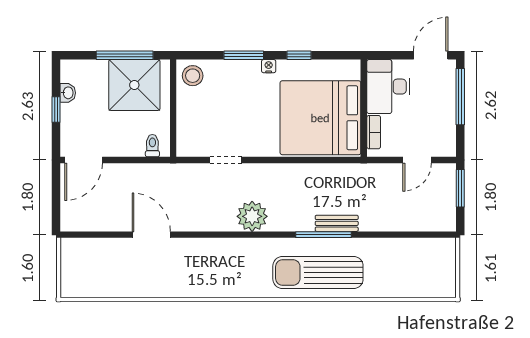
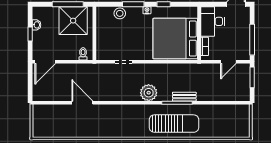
stool: (193, 76) -> (120, 13), moved
window: (460, 97) -> (252, 40), moved
plant: (252, 216) -> (149, 93), moved
sun lounger: (318, 273) -> (174, 124), turned 180

